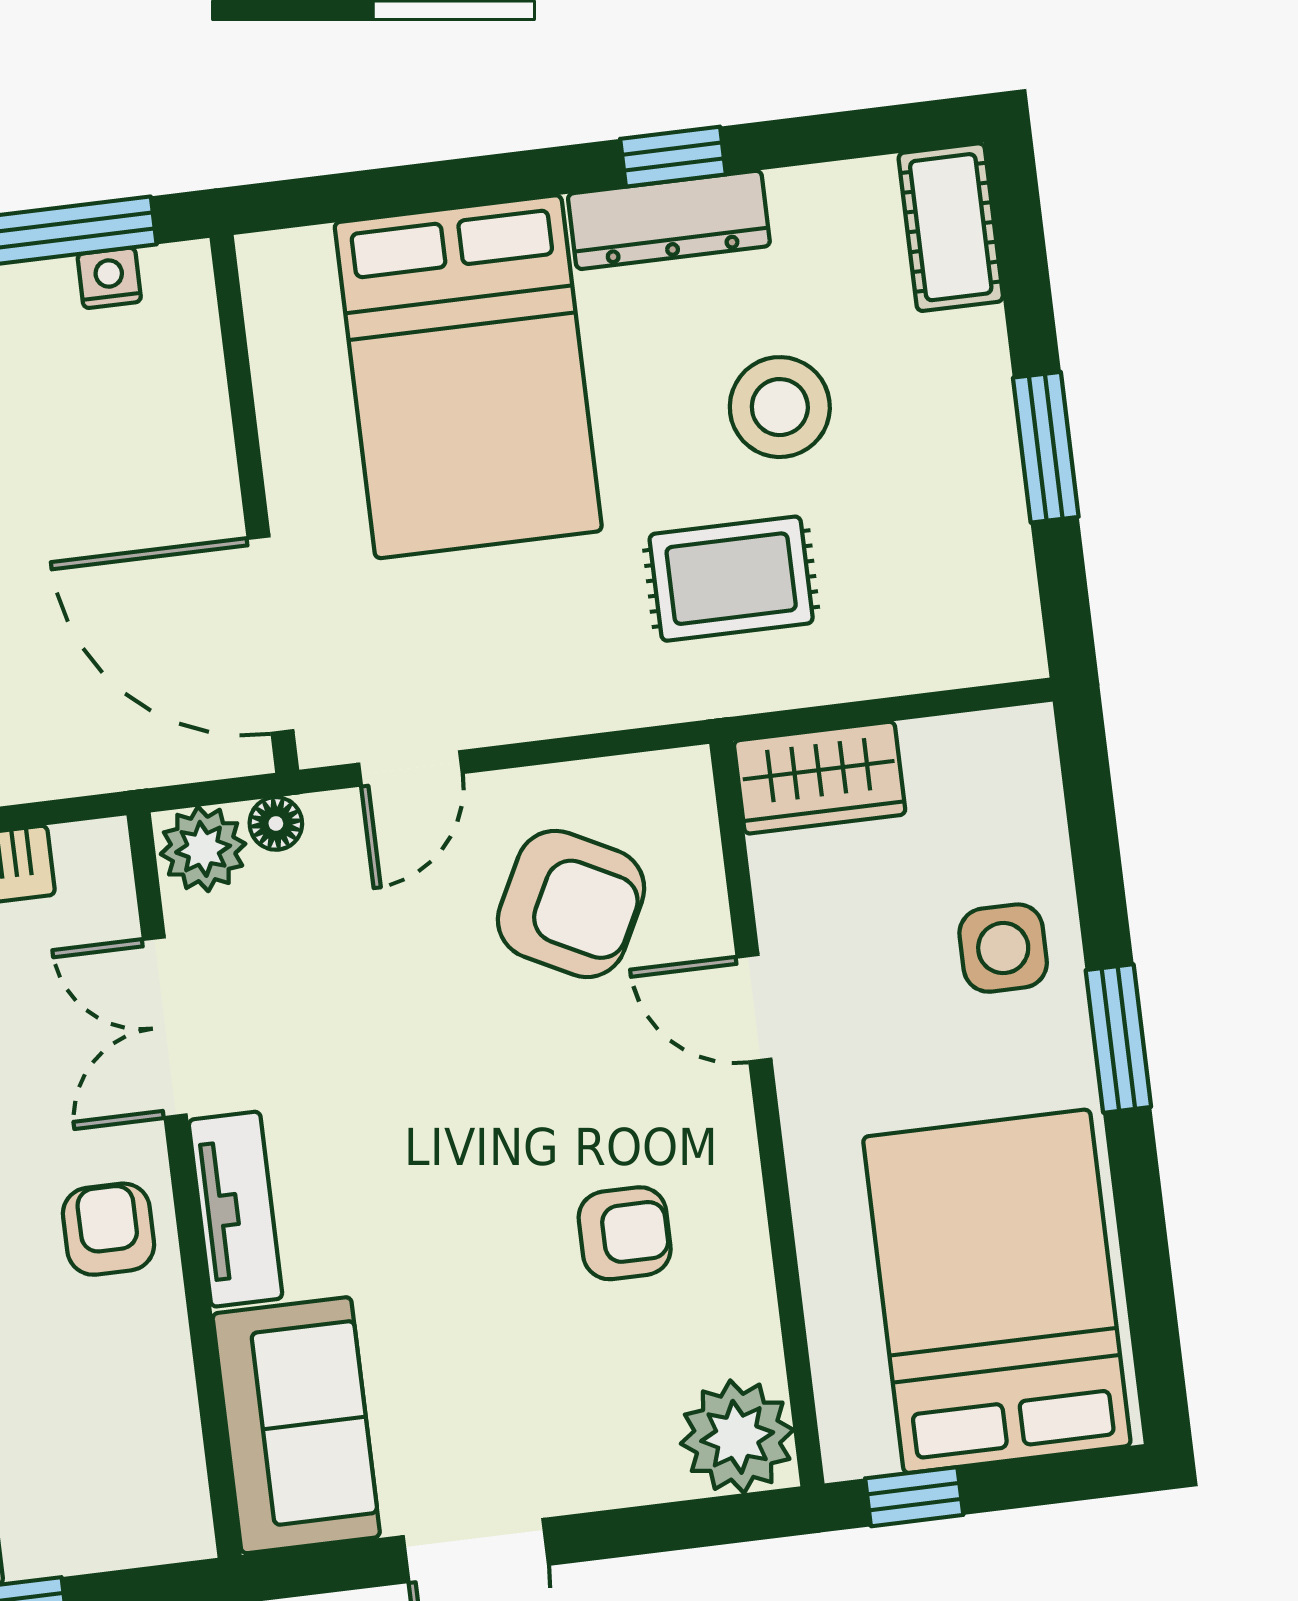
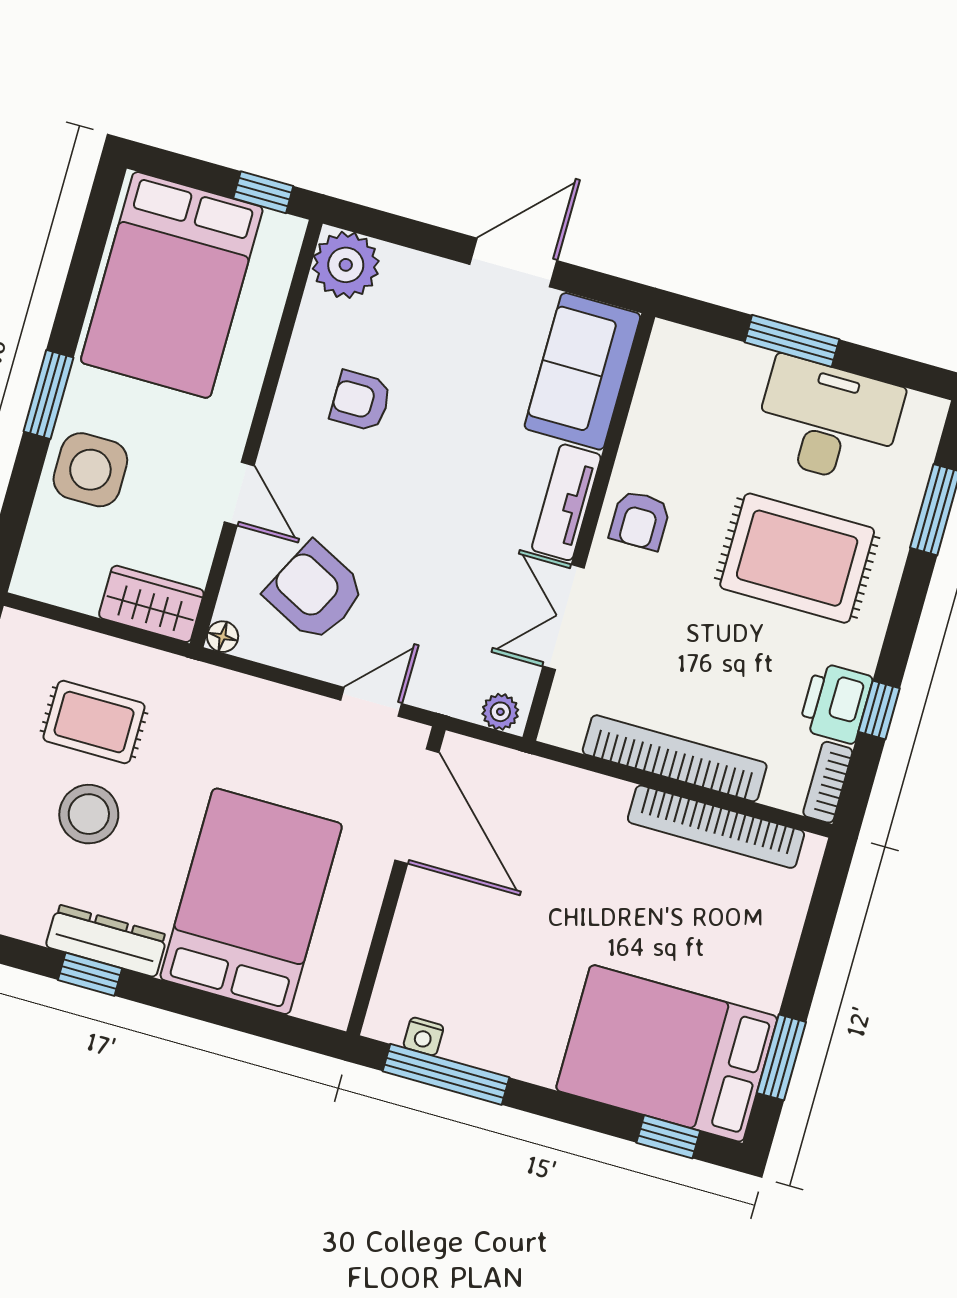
rug: (731, 579) -> (94, 722), moved
floor lamp: (276, 823) -> (223, 637), moved
plant: (203, 849) -> (500, 712), width x0.73, depth x0.73
side table: (1003, 948) -> (90, 470), width x1.37, depth x1.37
double door: (165, 1027) -> (563, 617), swing flipped

